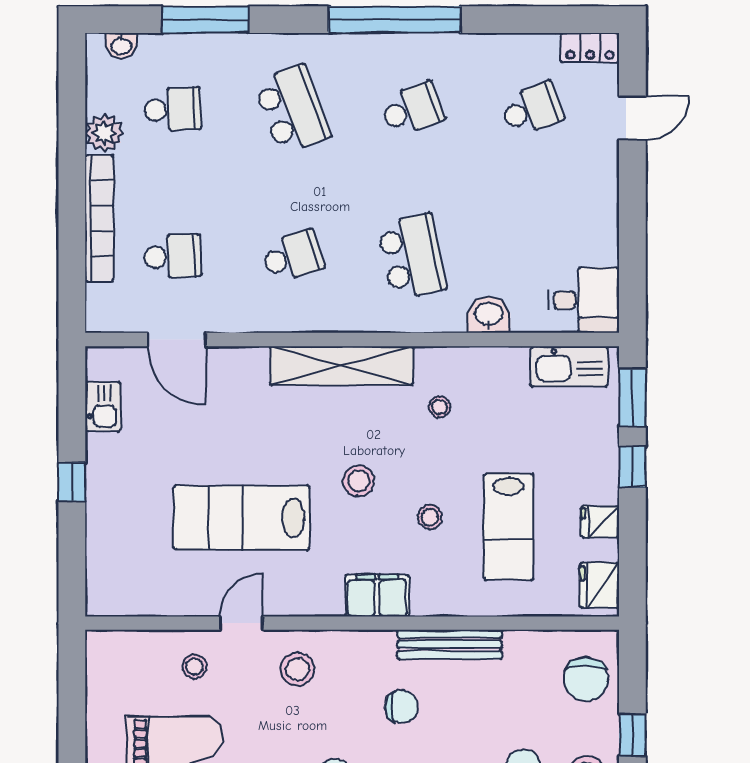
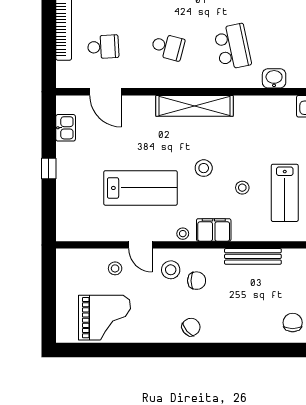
school desk: (292, 256) -> (168, 47), turned 33
stool: (440, 407) -> (183, 234), moved
lab bench: (242, 518) -> (141, 188), turned 180
door: (241, 623) -> (140, 245), swing flipped
chair: (401, 707) -> (197, 281), moved

